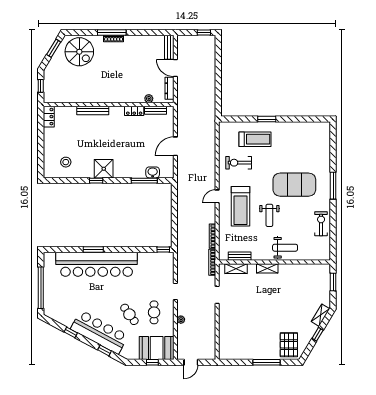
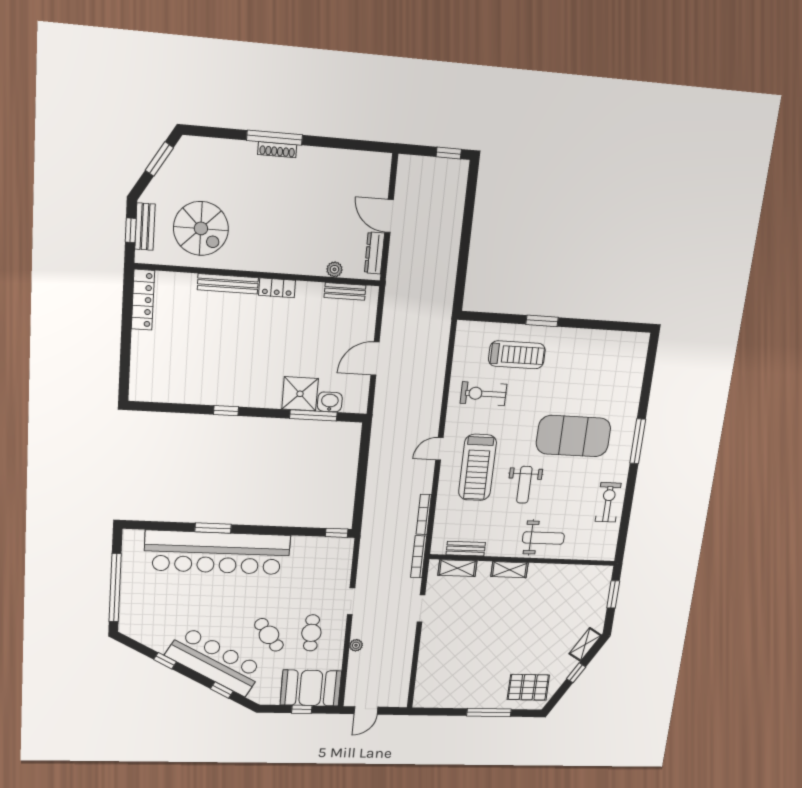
bench: (169, 47) -> (145, 227), moved
spiral stairs: (79, 52) -> (201, 228), moved
locker: (134, 111) -> (277, 288), moved
locker: (49, 117) -> (143, 300), width x1.53
stool: (66, 162) -> (172, 375), removed
shower: (104, 169) -> (300, 394), moved
pallet: (289, 345) -> (528, 687), turned 90

